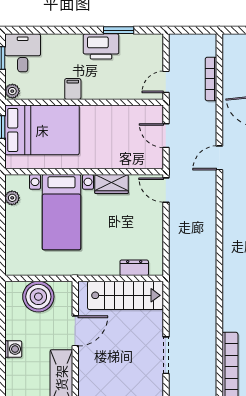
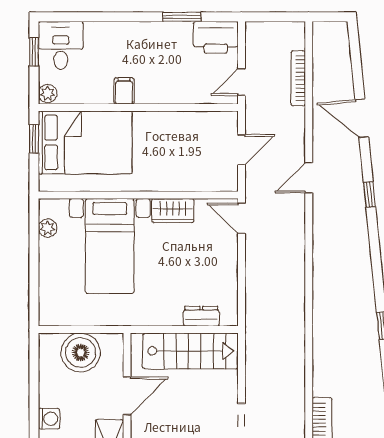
printer: (101, 46) -> (216, 37), moved
door: (166, 136) -> (241, 150), swing flipped

